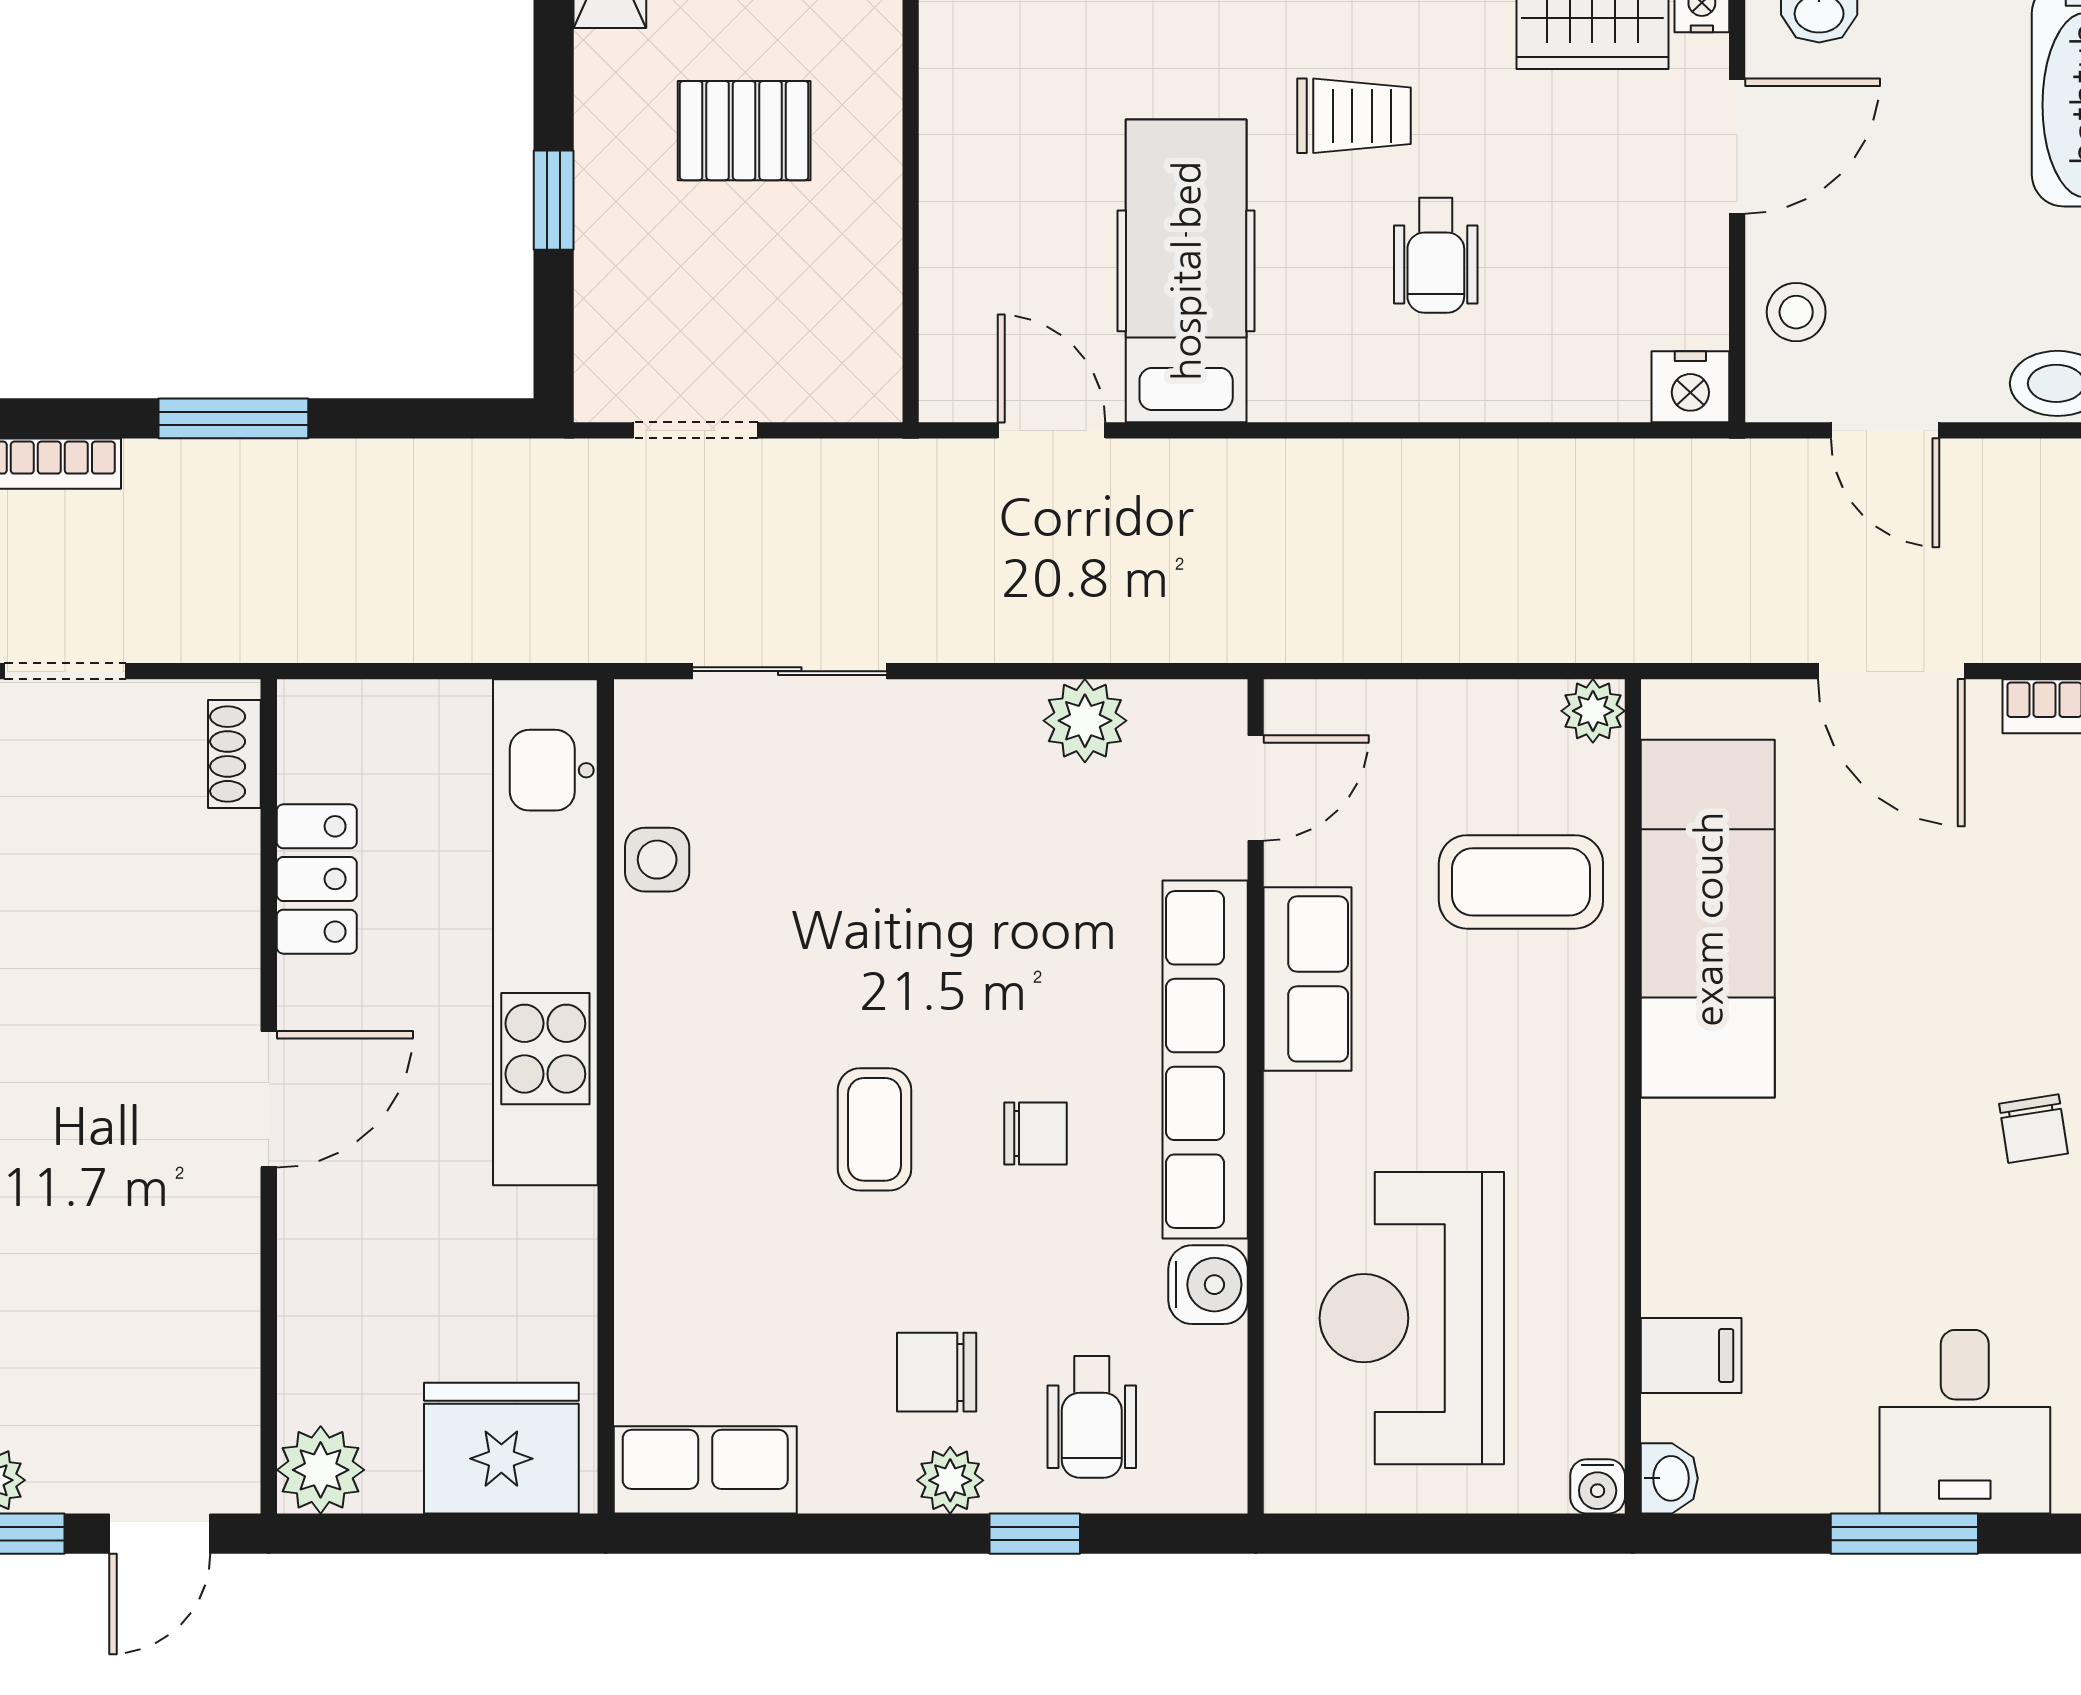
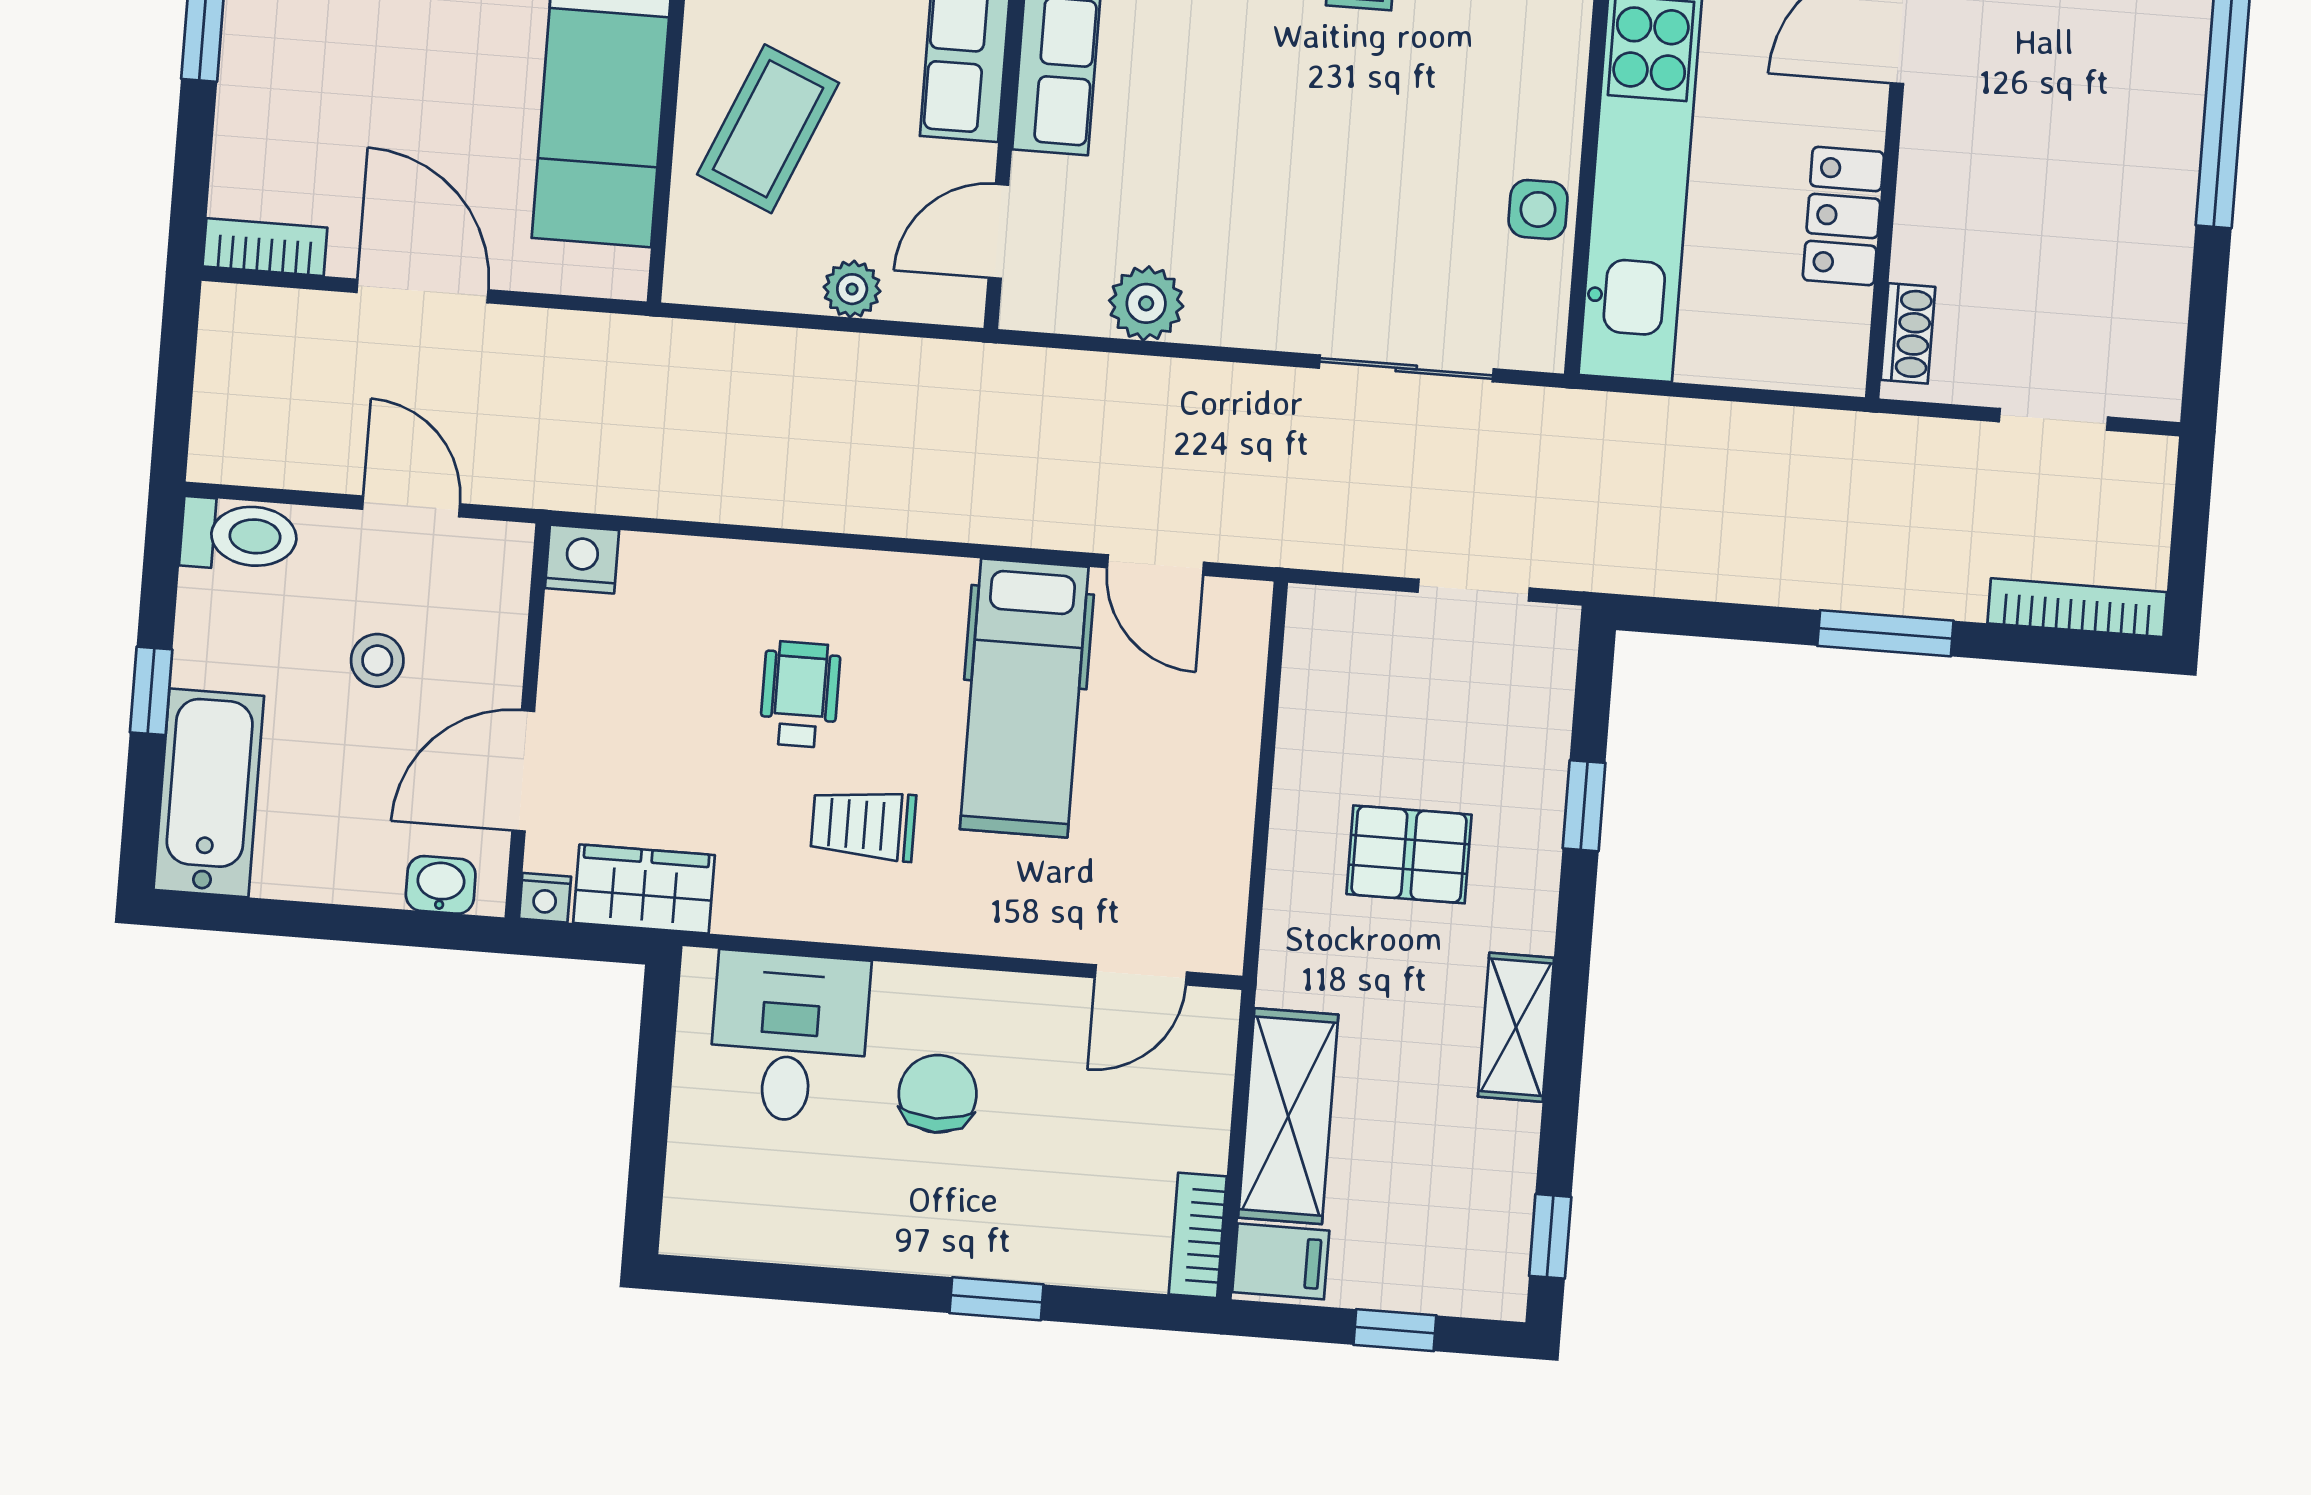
stool: (1796, 312) -> (377, 660), moved
plant: (1593, 711) -> (852, 289), moved
coffee table: (1521, 882) -> (768, 129), turned -67

